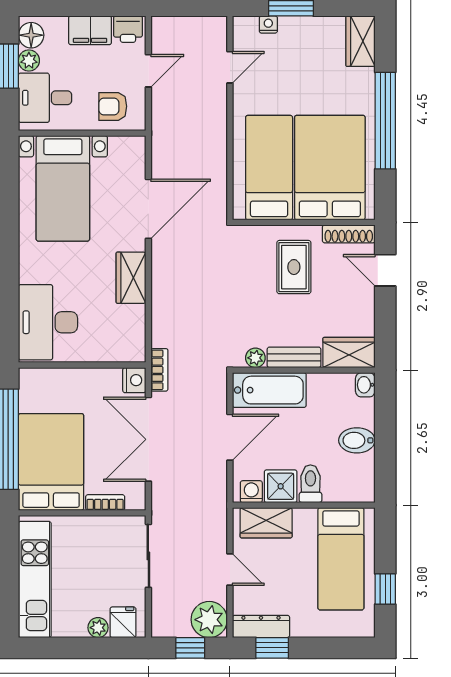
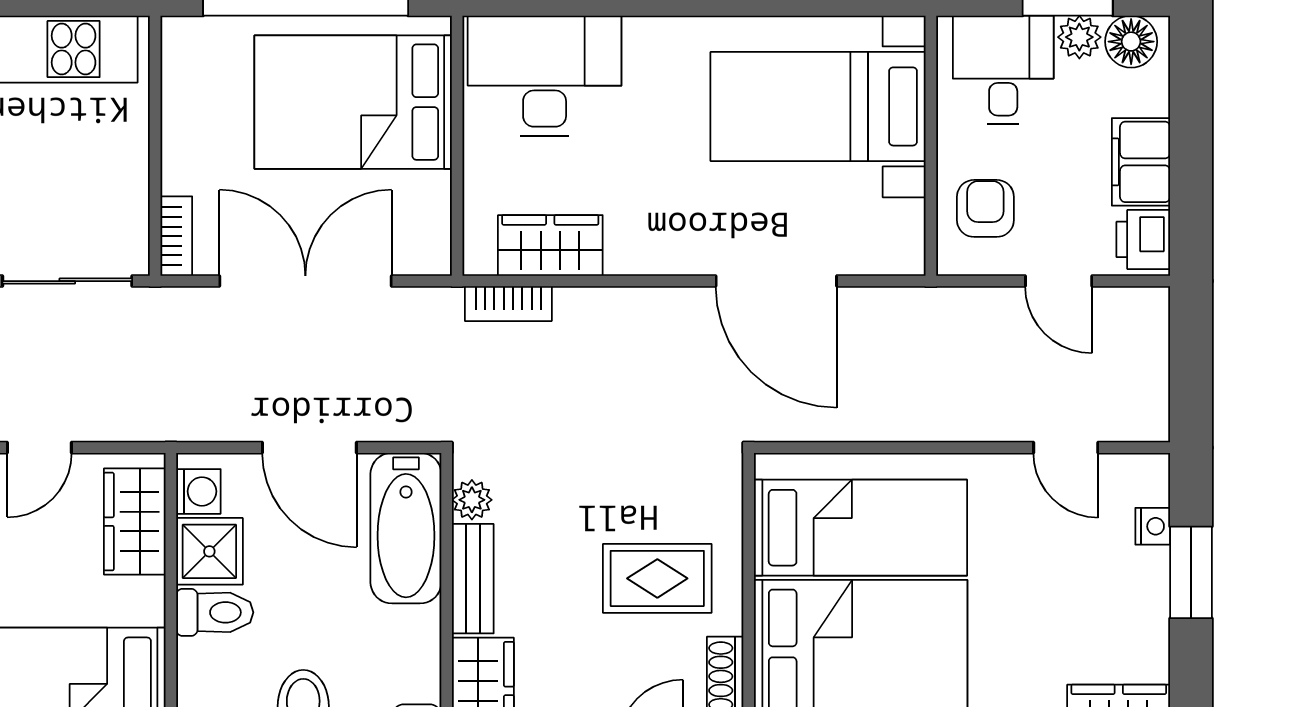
wardrobe: (131, 278) -> (550, 245), moved
bookcase: (159, 370) -> (508, 304), moved
nightstand: (134, 380) -> (426, 252), removed
bed: (51, 462) -> (353, 102), moved, turned 180
bookcase: (105, 502) -> (176, 236), moved

